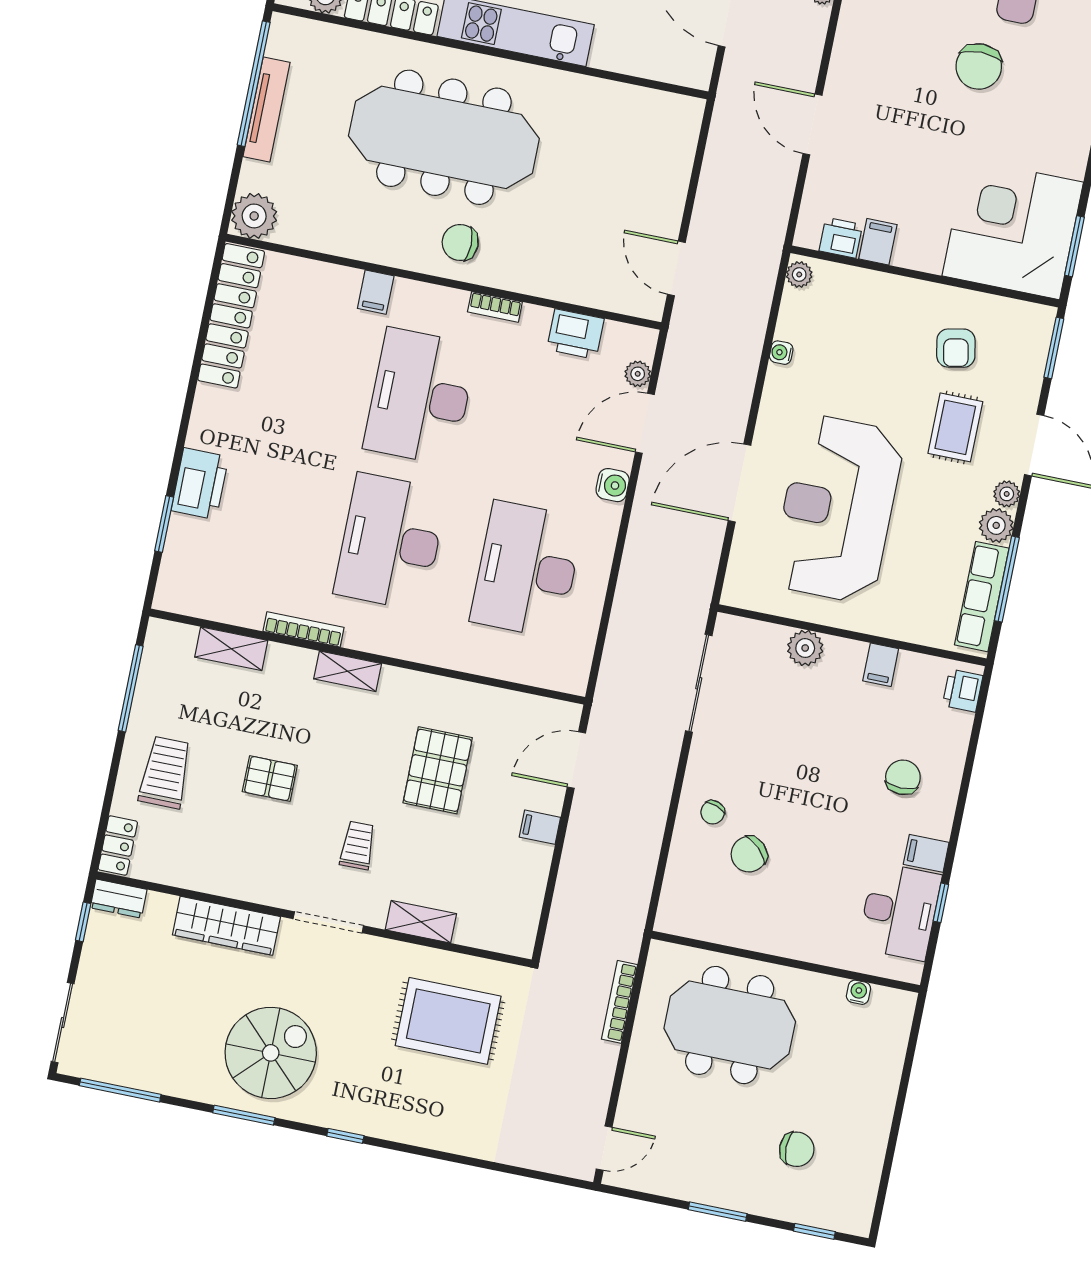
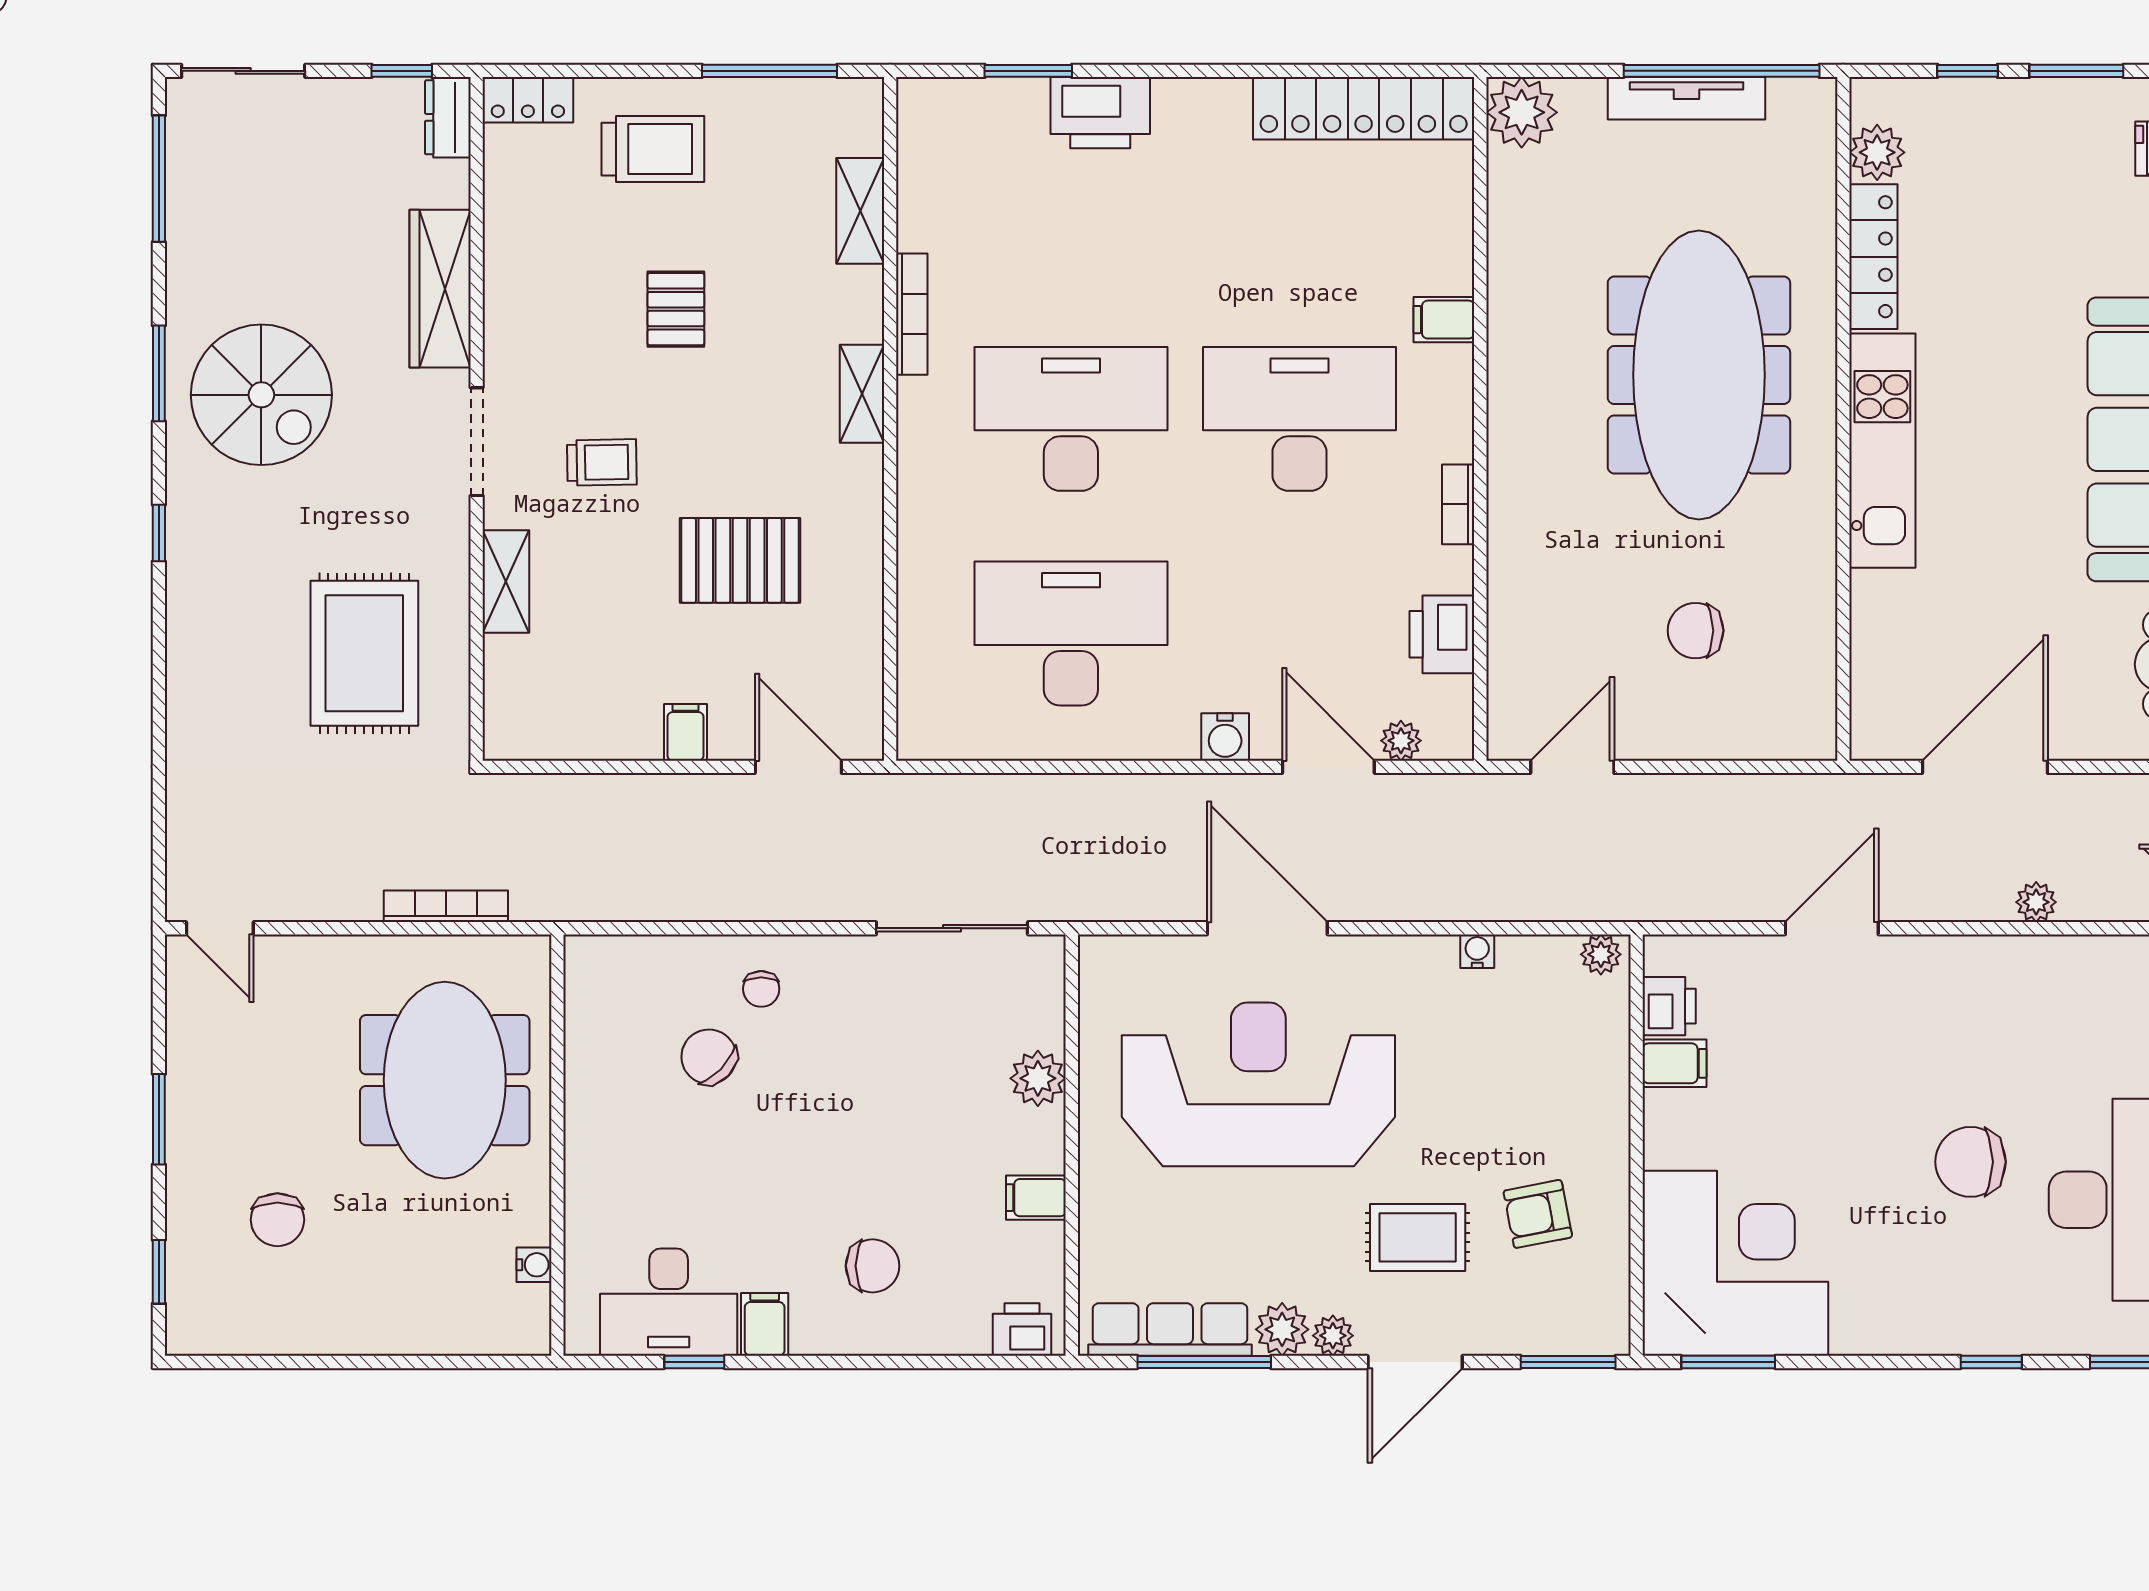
chair: (460, 243) -> (1696, 631), moved, turned -90
chair: (713, 812) -> (761, 989), turned -110

